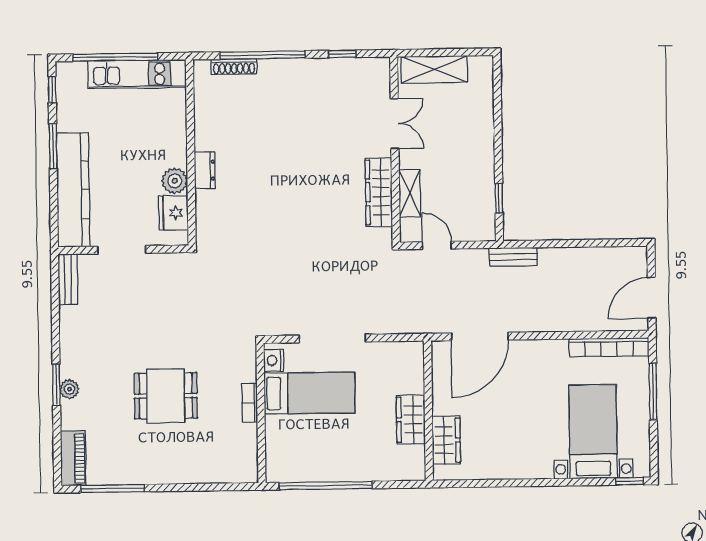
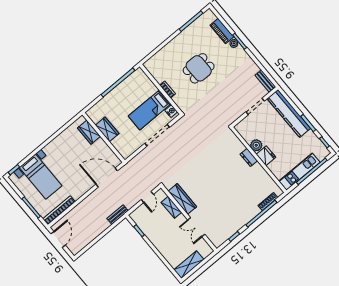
shelving: (434, 69) -> (189, 265), moved
fridge: (173, 213) -> (266, 156), moved
door: (437, 245) -> (147, 197), hinge flipped
door: (480, 337) -> (107, 177), hinge flipped
piano: (73, 458) -> (222, 31), moved

